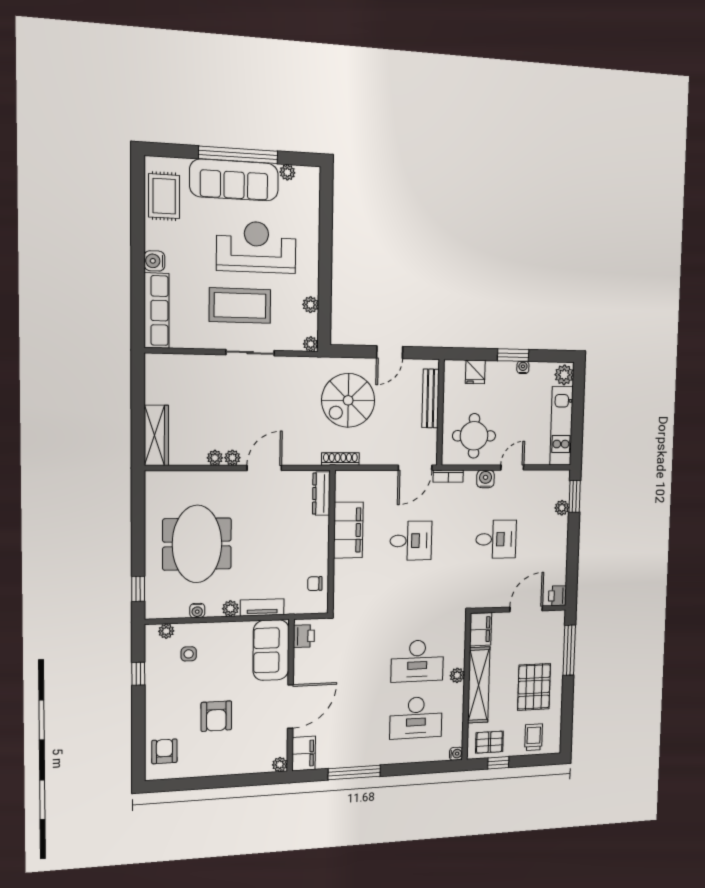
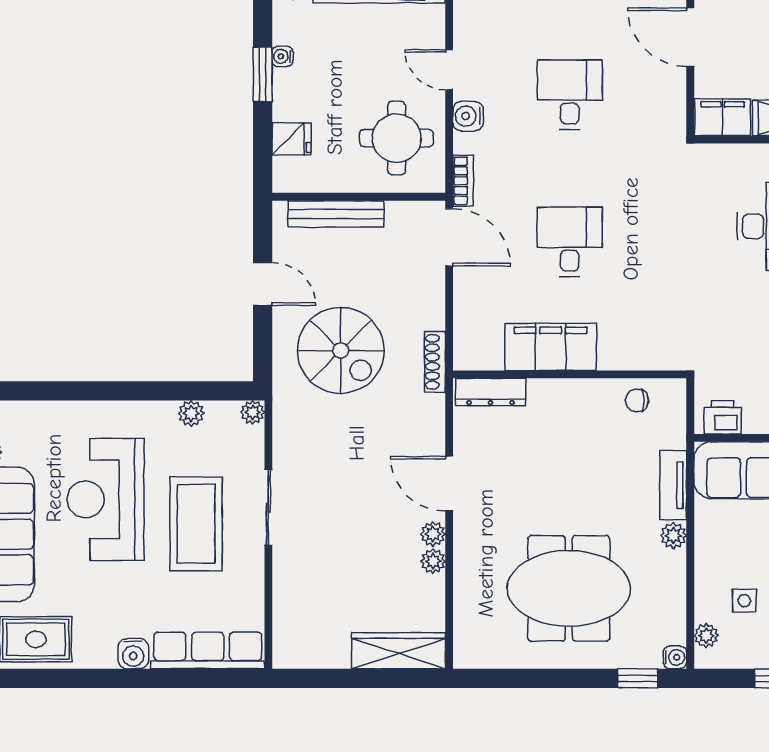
chair: (315, 584) -> (637, 400), turned 90
water cooler: (197, 611) -> (675, 657), moved

